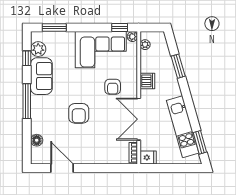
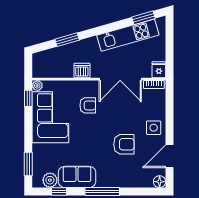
plant: (145, 45) -> (45, 73), removed
armchair: (79, 113) -> (124, 144), moved
floor lamp: (37, 140) -> (160, 182), moved
side table: (90, 152) -> (154, 128), added

